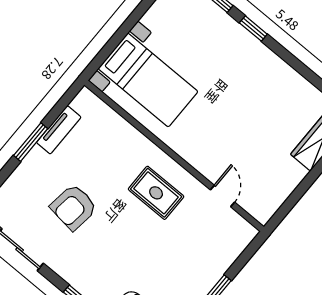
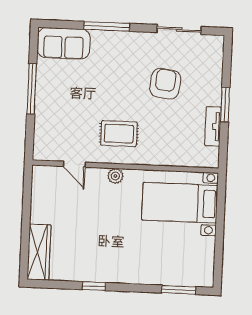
window: (253, 29) -> (94, 286), moved
plant: (191, 154) -> (115, 176), added

